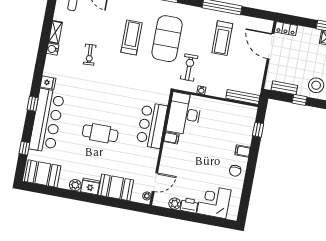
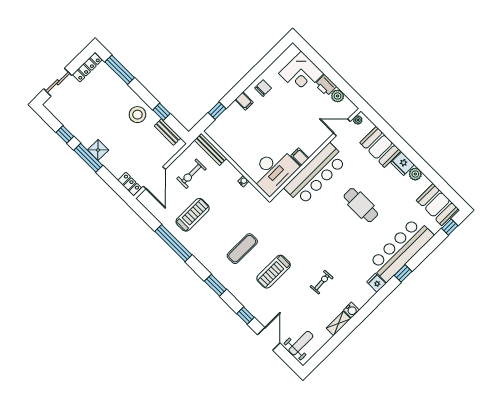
exercise mat: (167, 39) -> (242, 249), width x0.50, depth x0.69
exercise bike: (189, 67) -> (191, 174), moved
bar counter: (152, 125) -> (316, 174), width x1.36
window: (24, 148) -> (450, 227), moved

